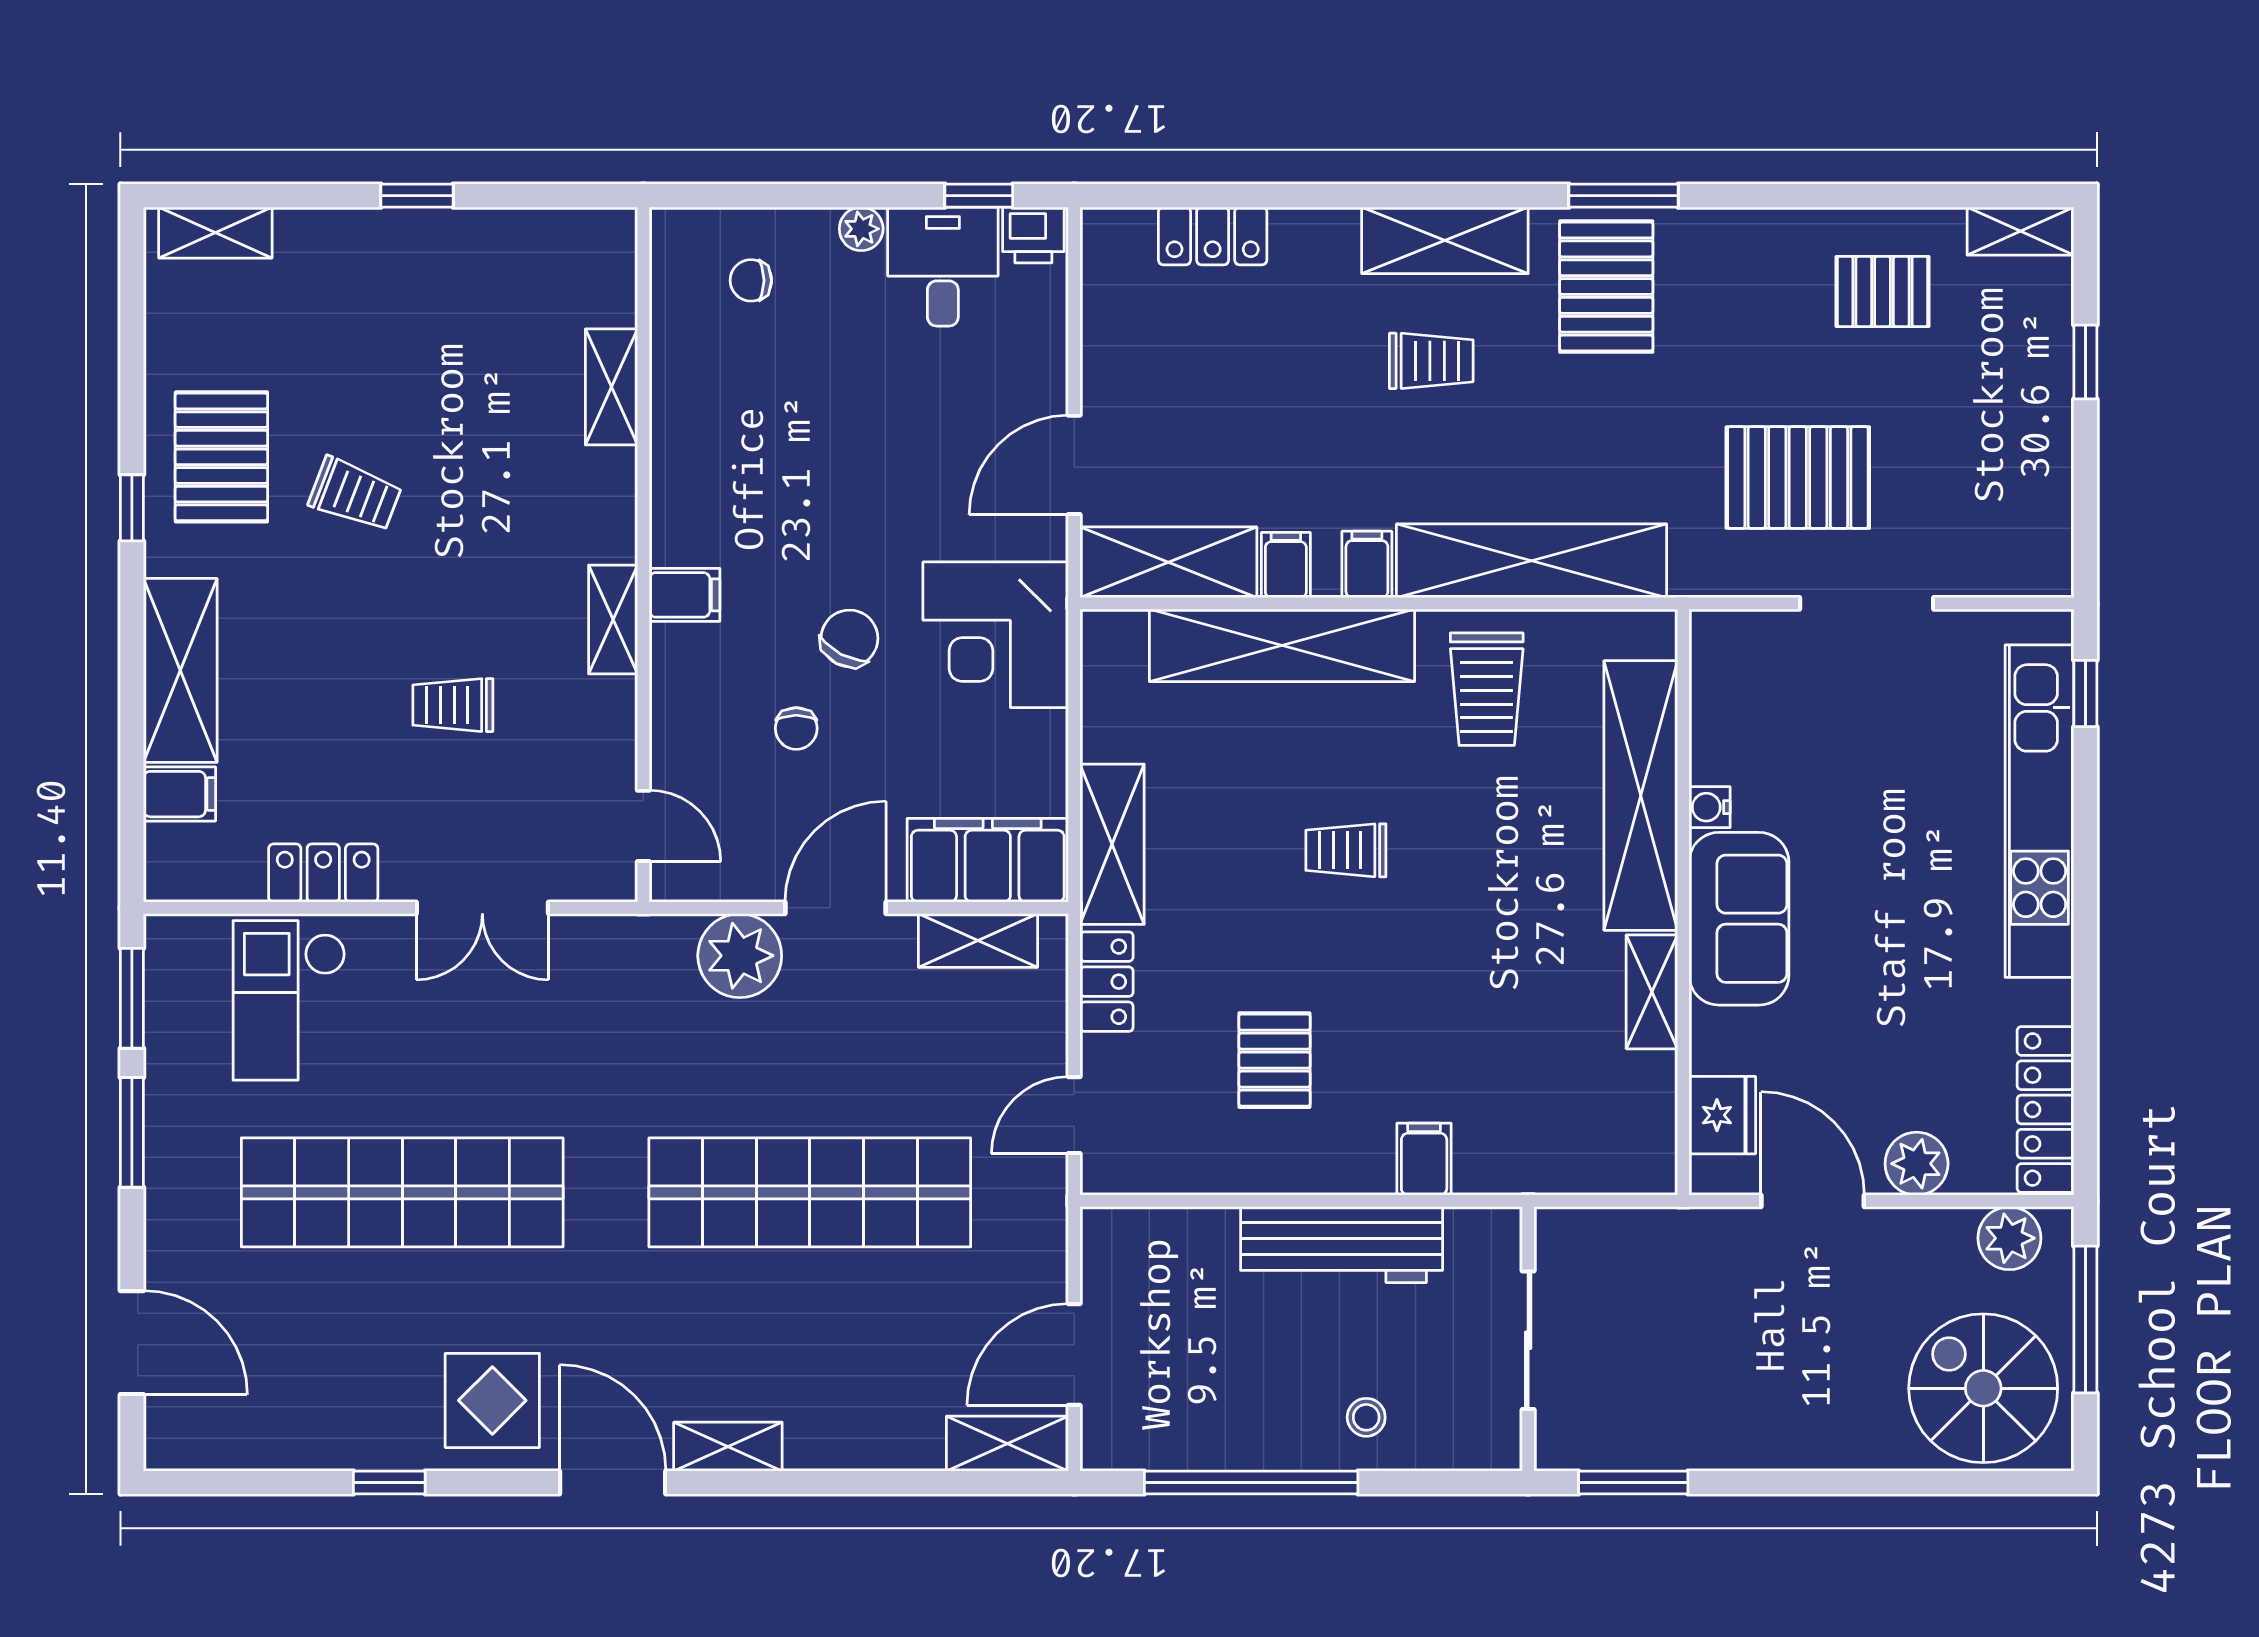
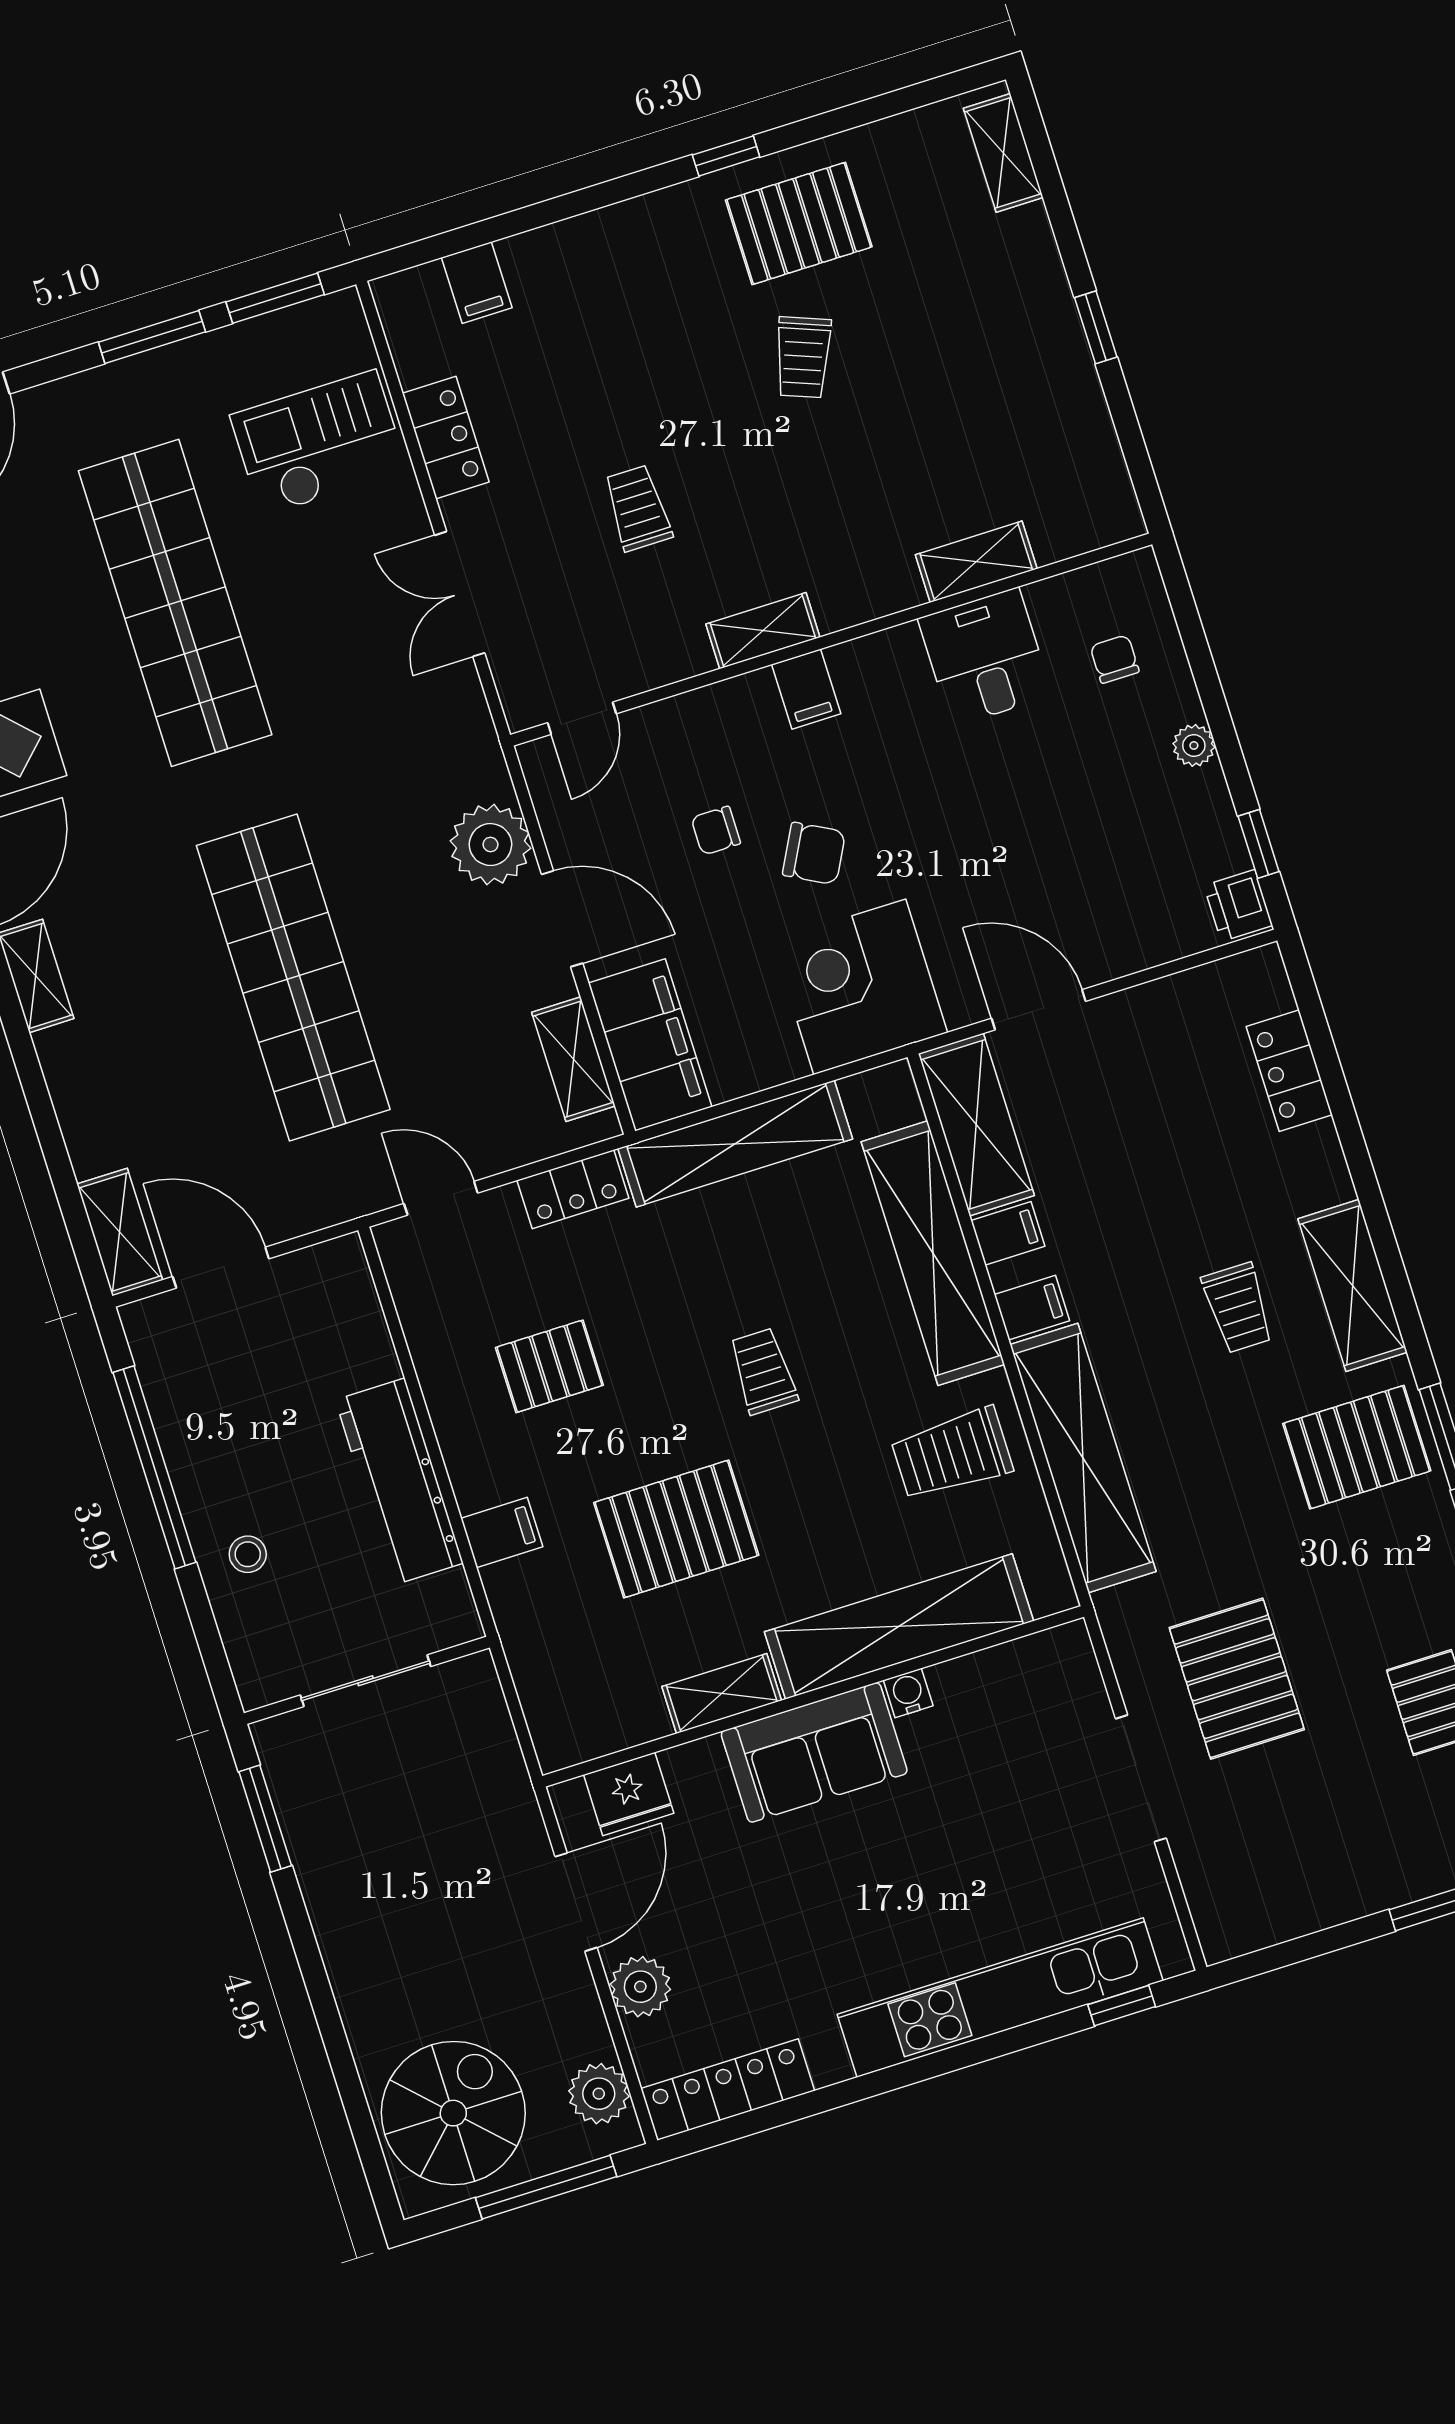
desk: (943, 267) -> (985, 657), moved, turned -90
shelving: (180, 670) -> (591, 247), removed
shelving: (1112, 844) -> (735, 1144), width x1.47
pallet: (1475, 985) -> (676, 1529), added

